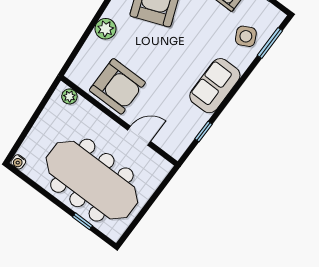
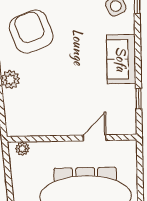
armchair: (117, 86) -> (51, 114), removed

